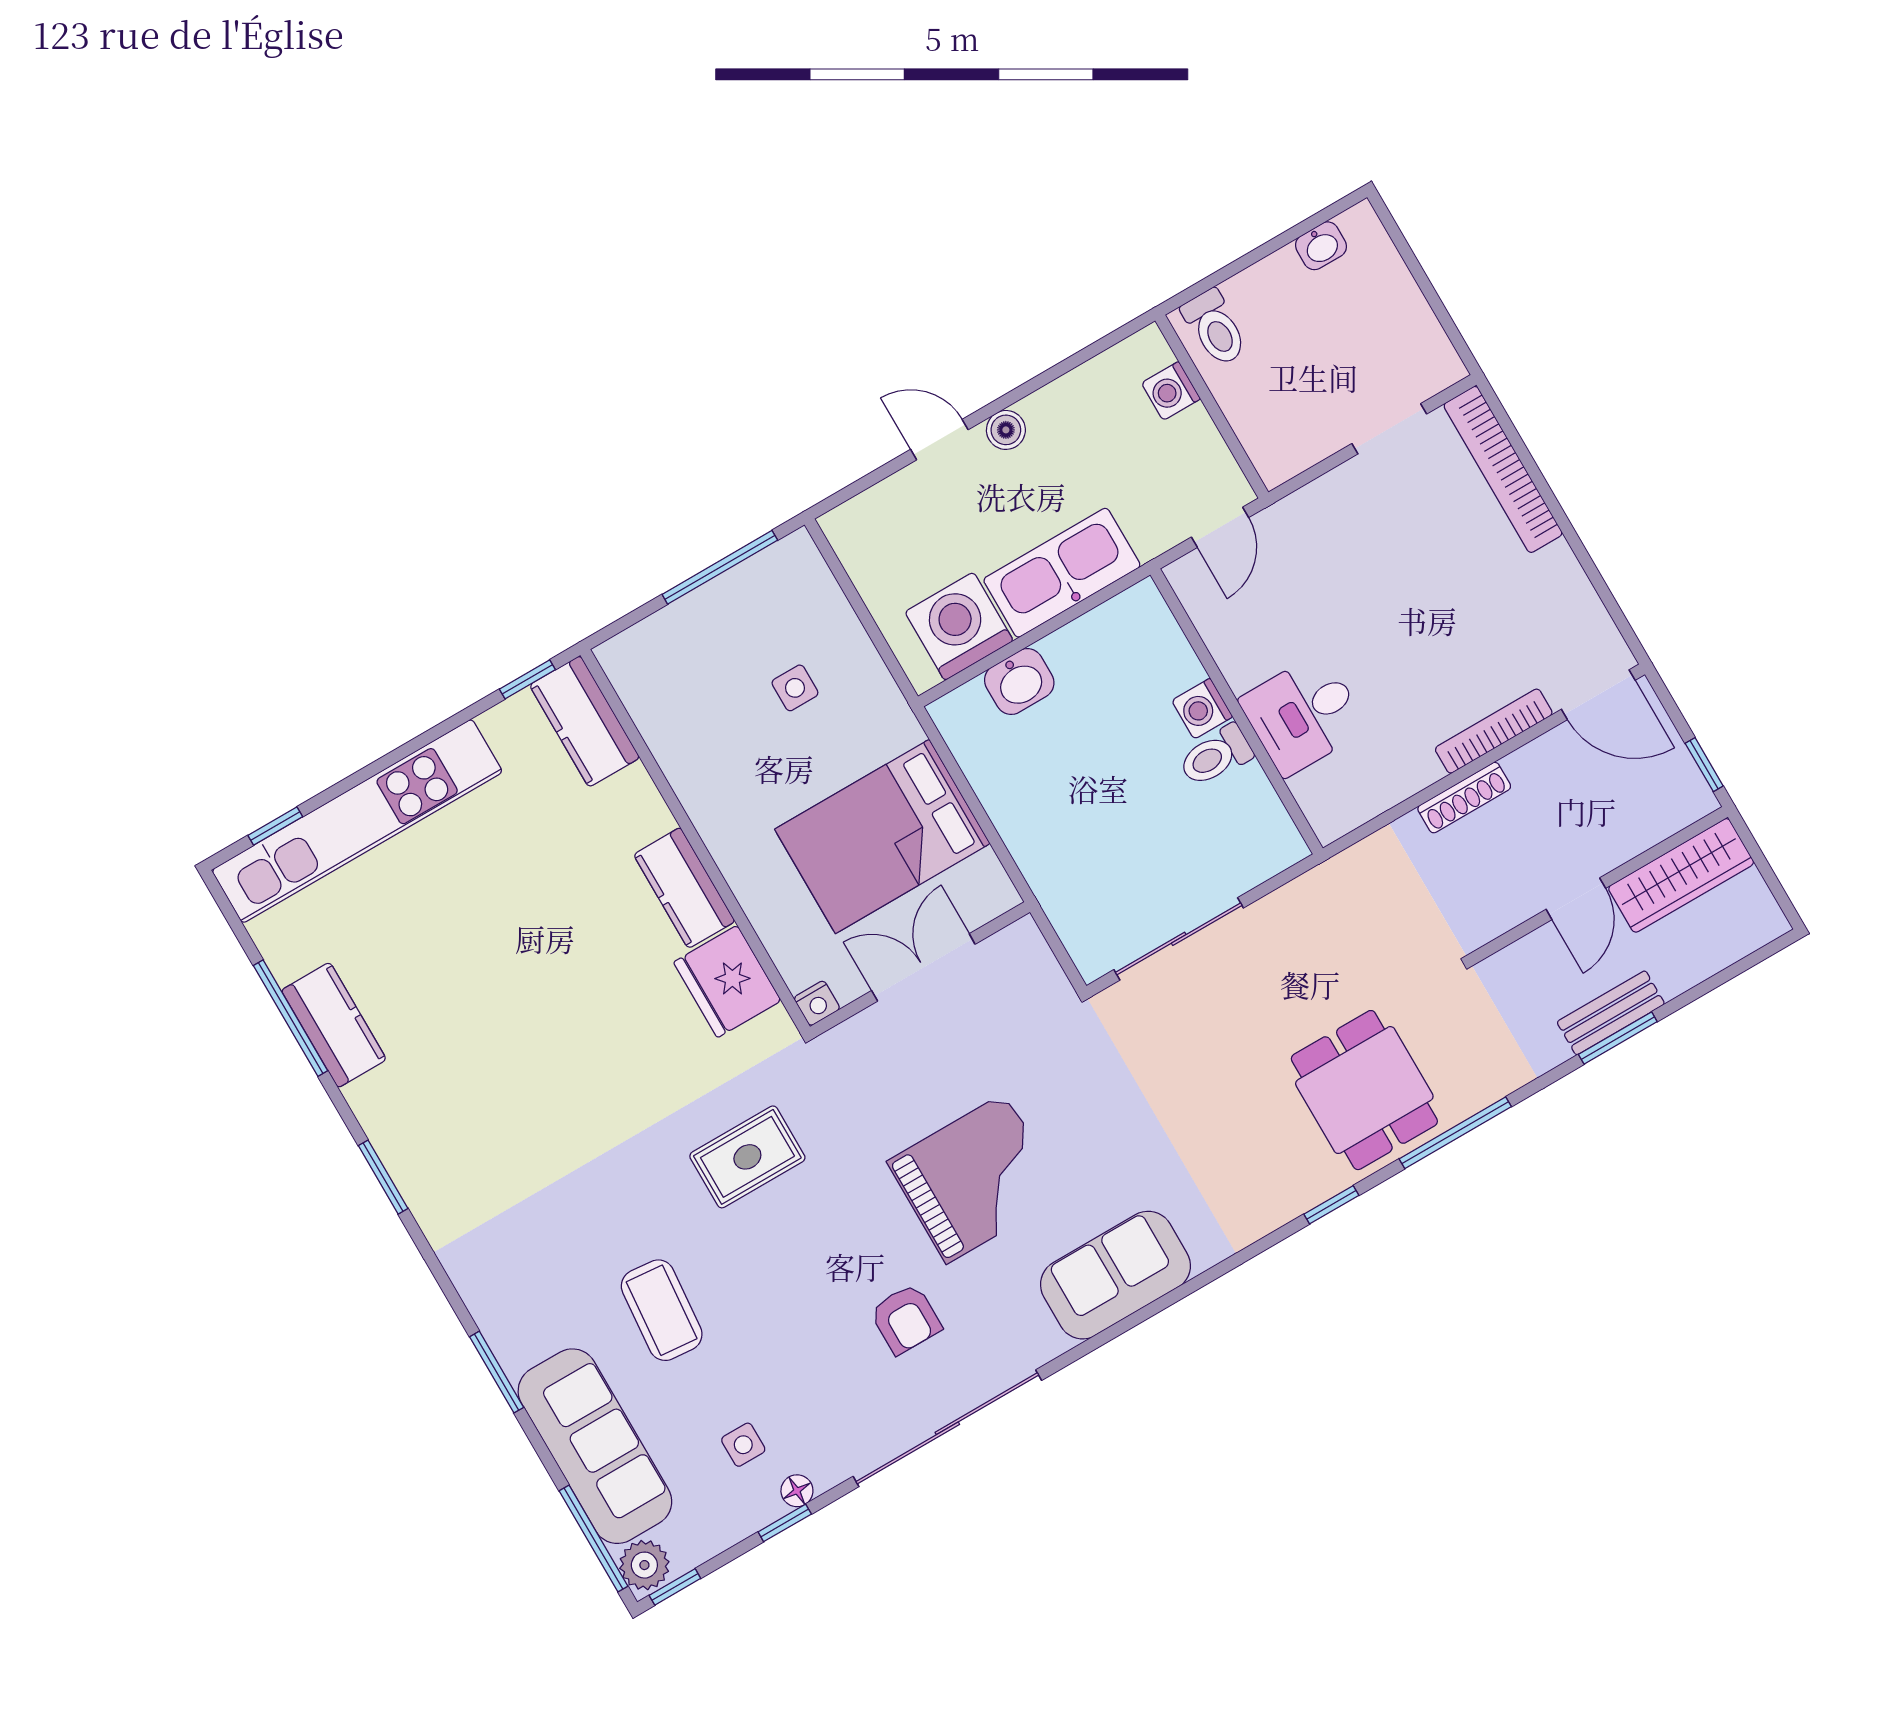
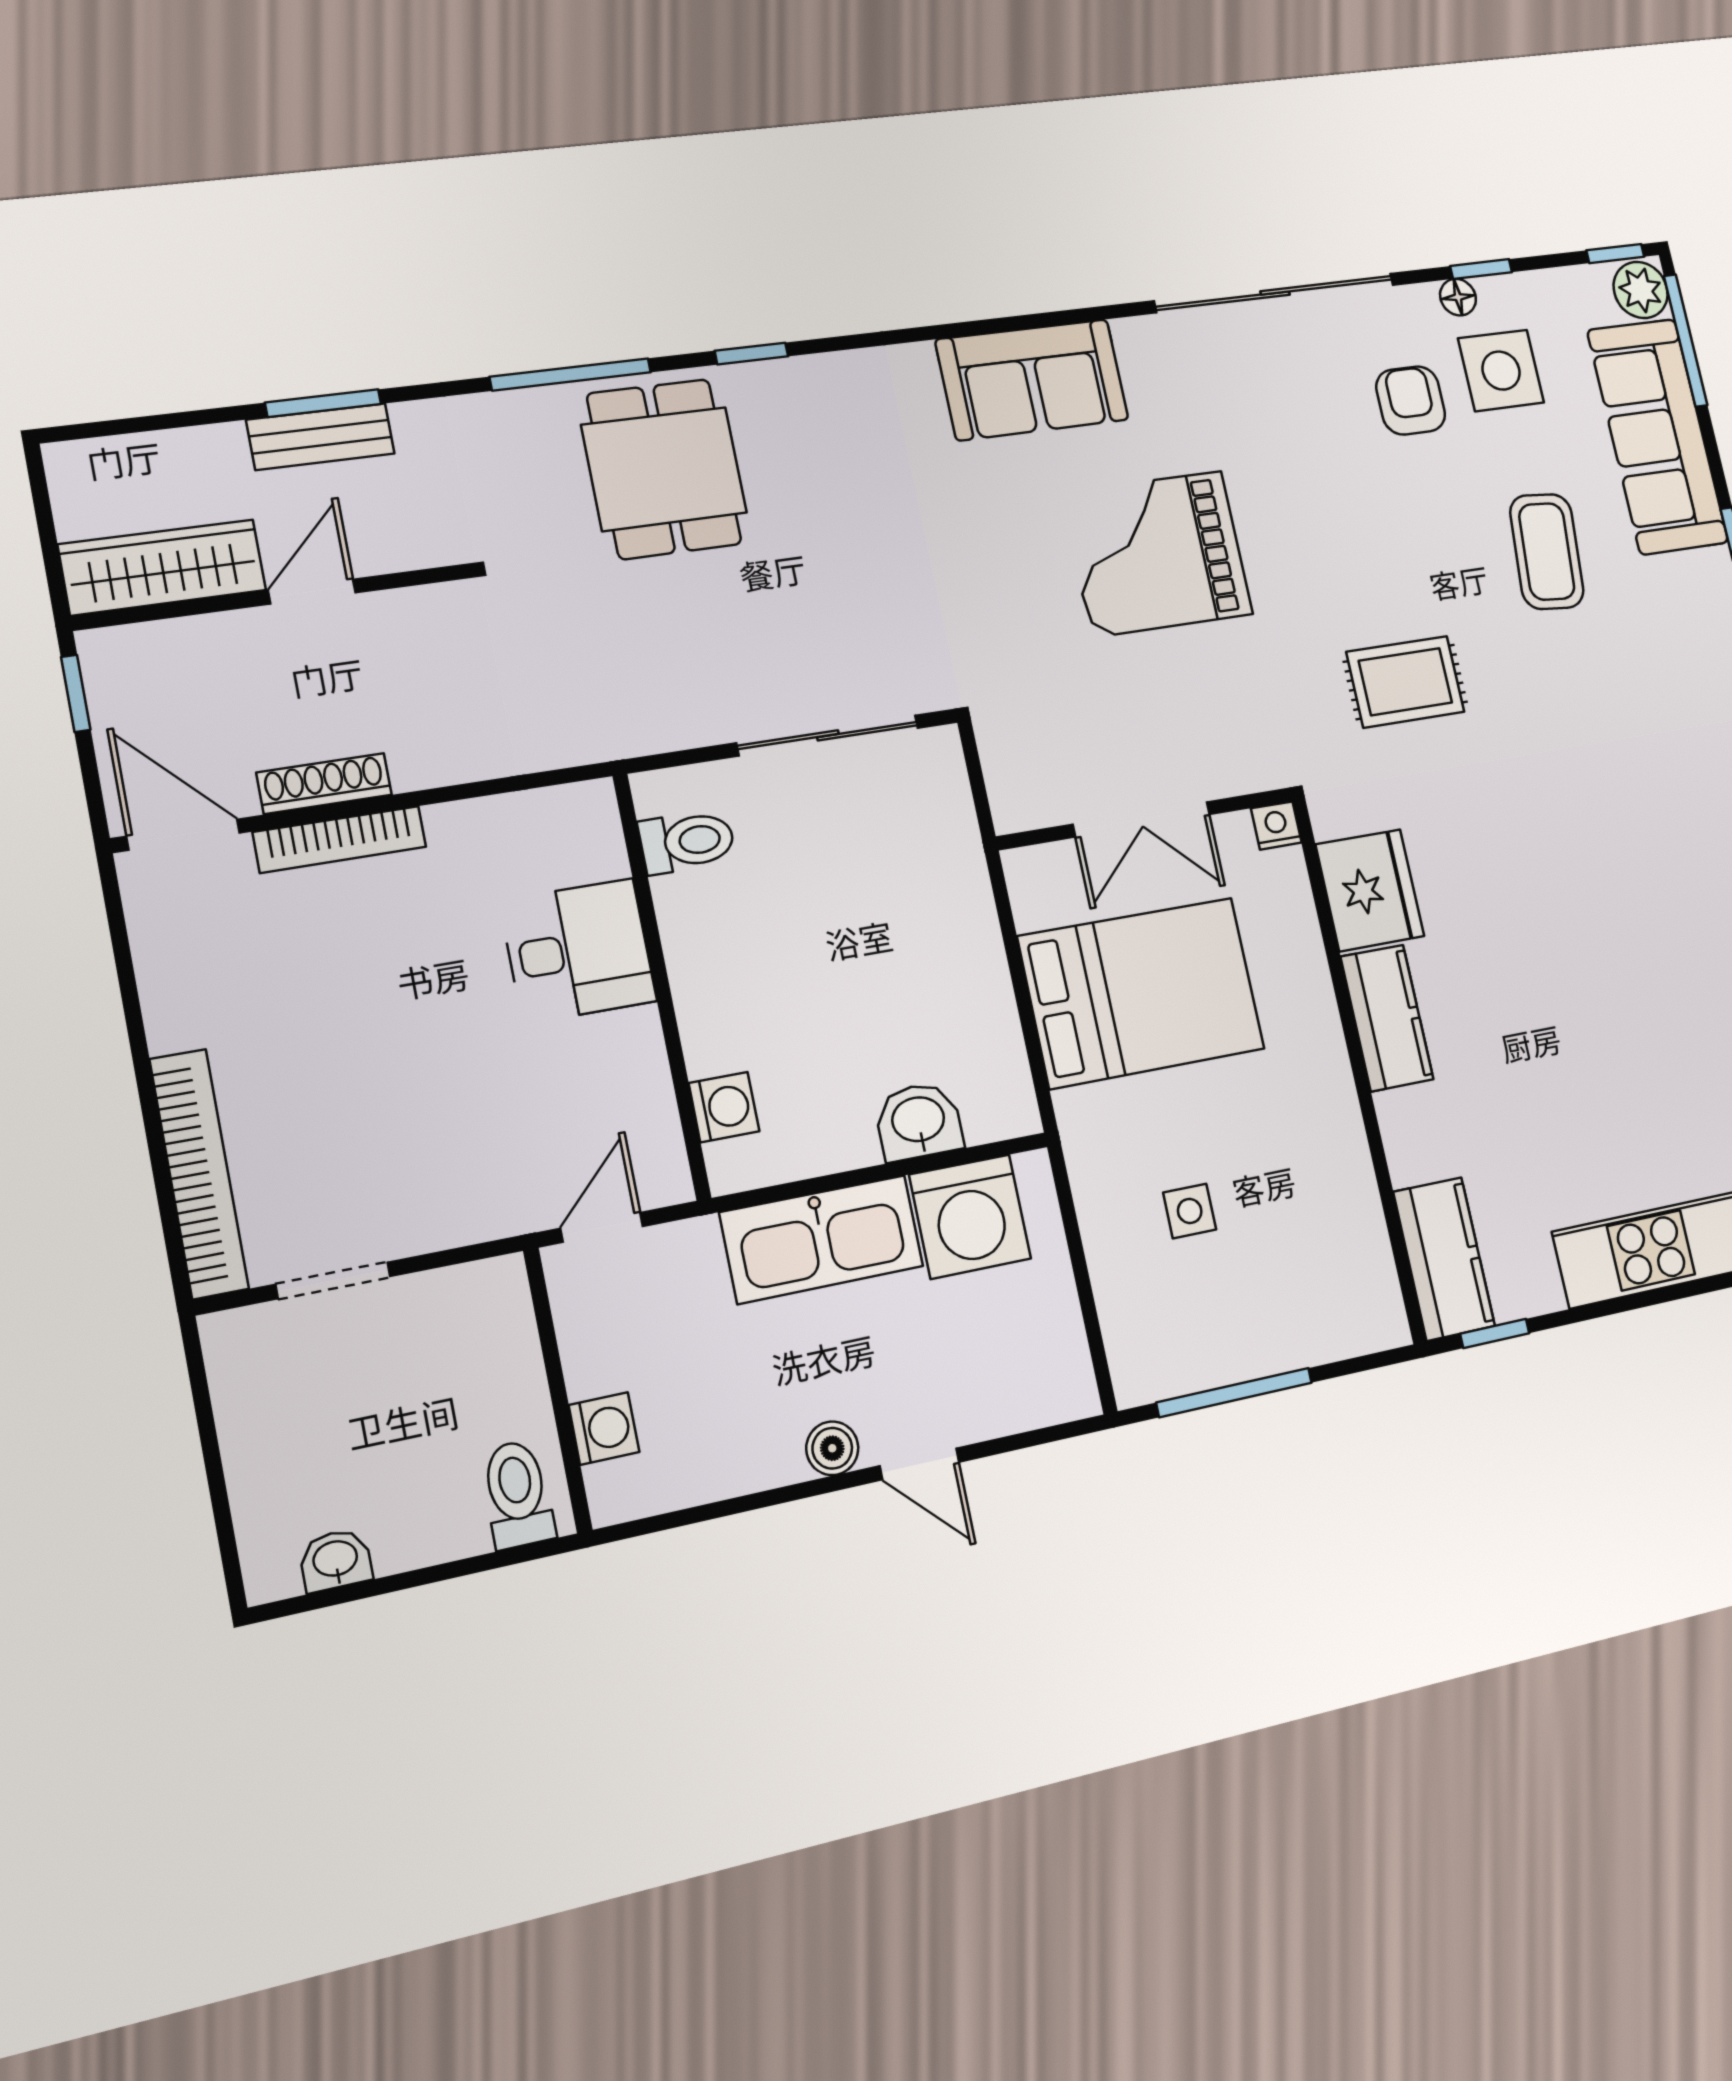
washing machine: (1202, 709) -> (724, 1107), moved
toilet: (1216, 756) -> (687, 842), moved
shoe rack: (1464, 798) -> (324, 784), moved
armchair: (906, 1319) -> (1411, 401), moved
side table: (743, 1445) -> (1501, 371), width x1.87, depth x1.87

